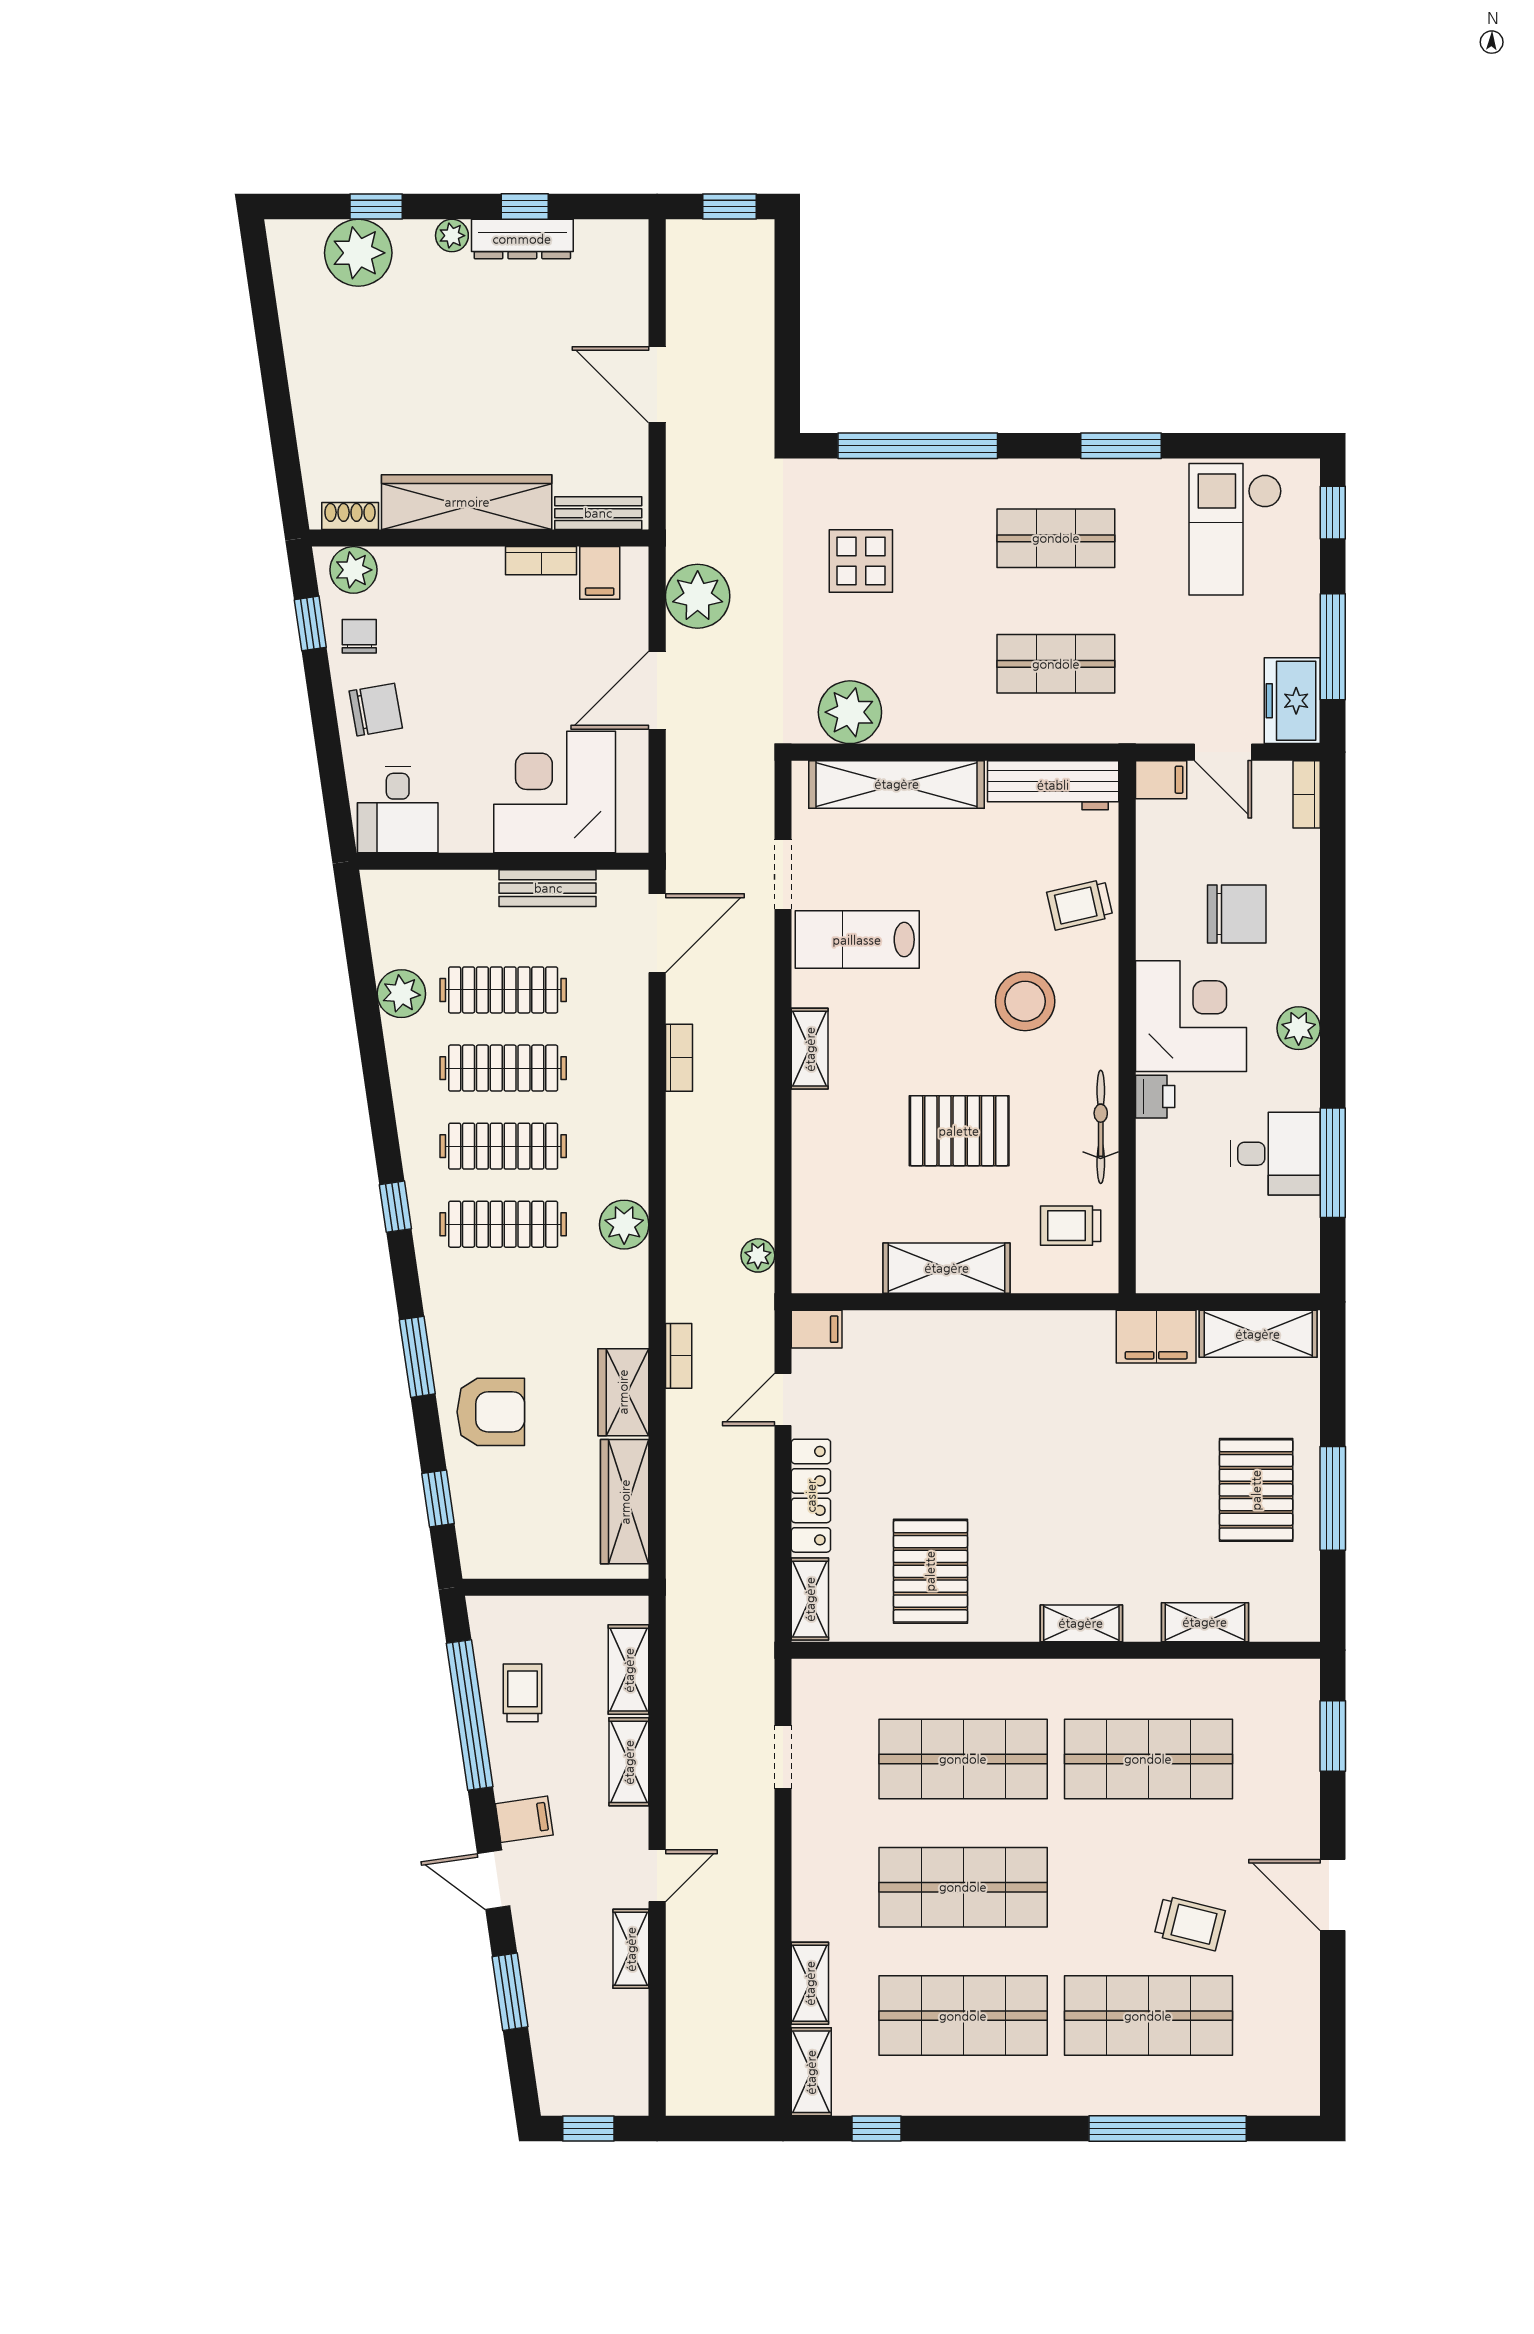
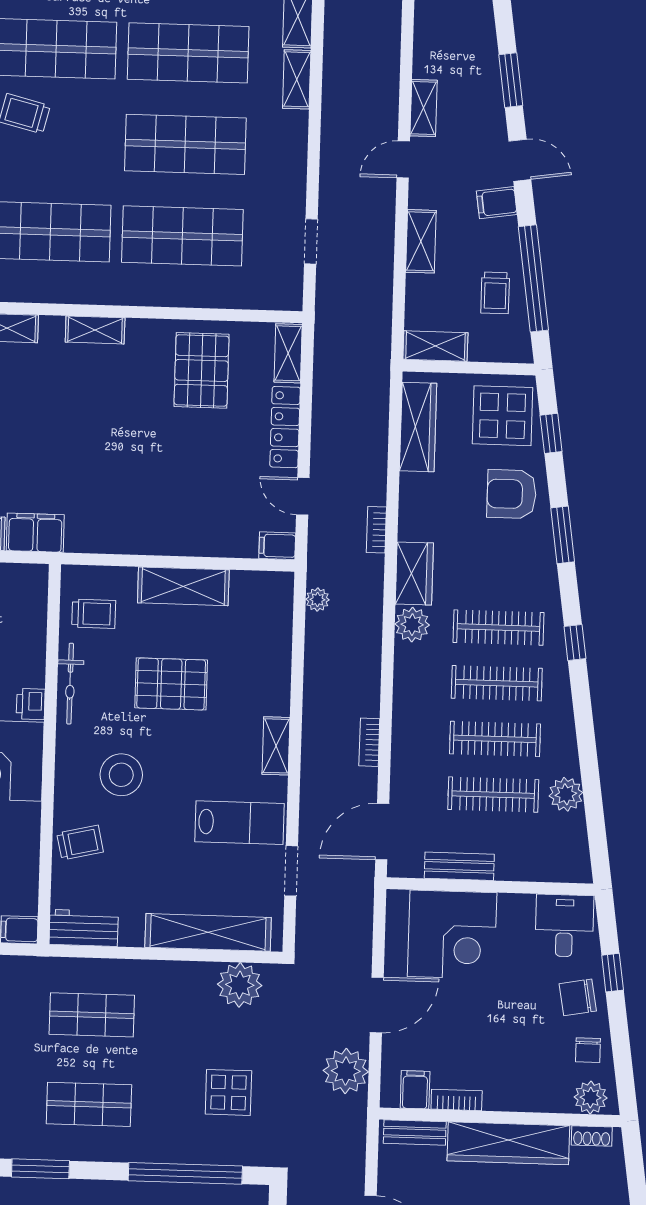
window: (310, 623) -> (613, 973), moved
workbench: (1053, 785) -> (84, 928), width x0.73
wardrobe: (623, 1392) -> (414, 573), moved
door: (783, 1399) -> (303, 496), swing flipped
display table: (507, 1521) -> (502, 416), added
shelving: (629, 1670) -> (435, 346), moved, turned 90

